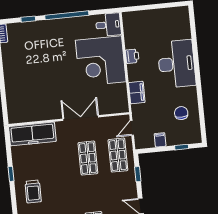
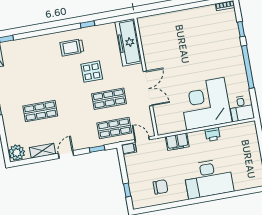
filing cabinet: (160, 140) -> (129, 148), moved
display table: (59, 173) -> (92, 72), added

